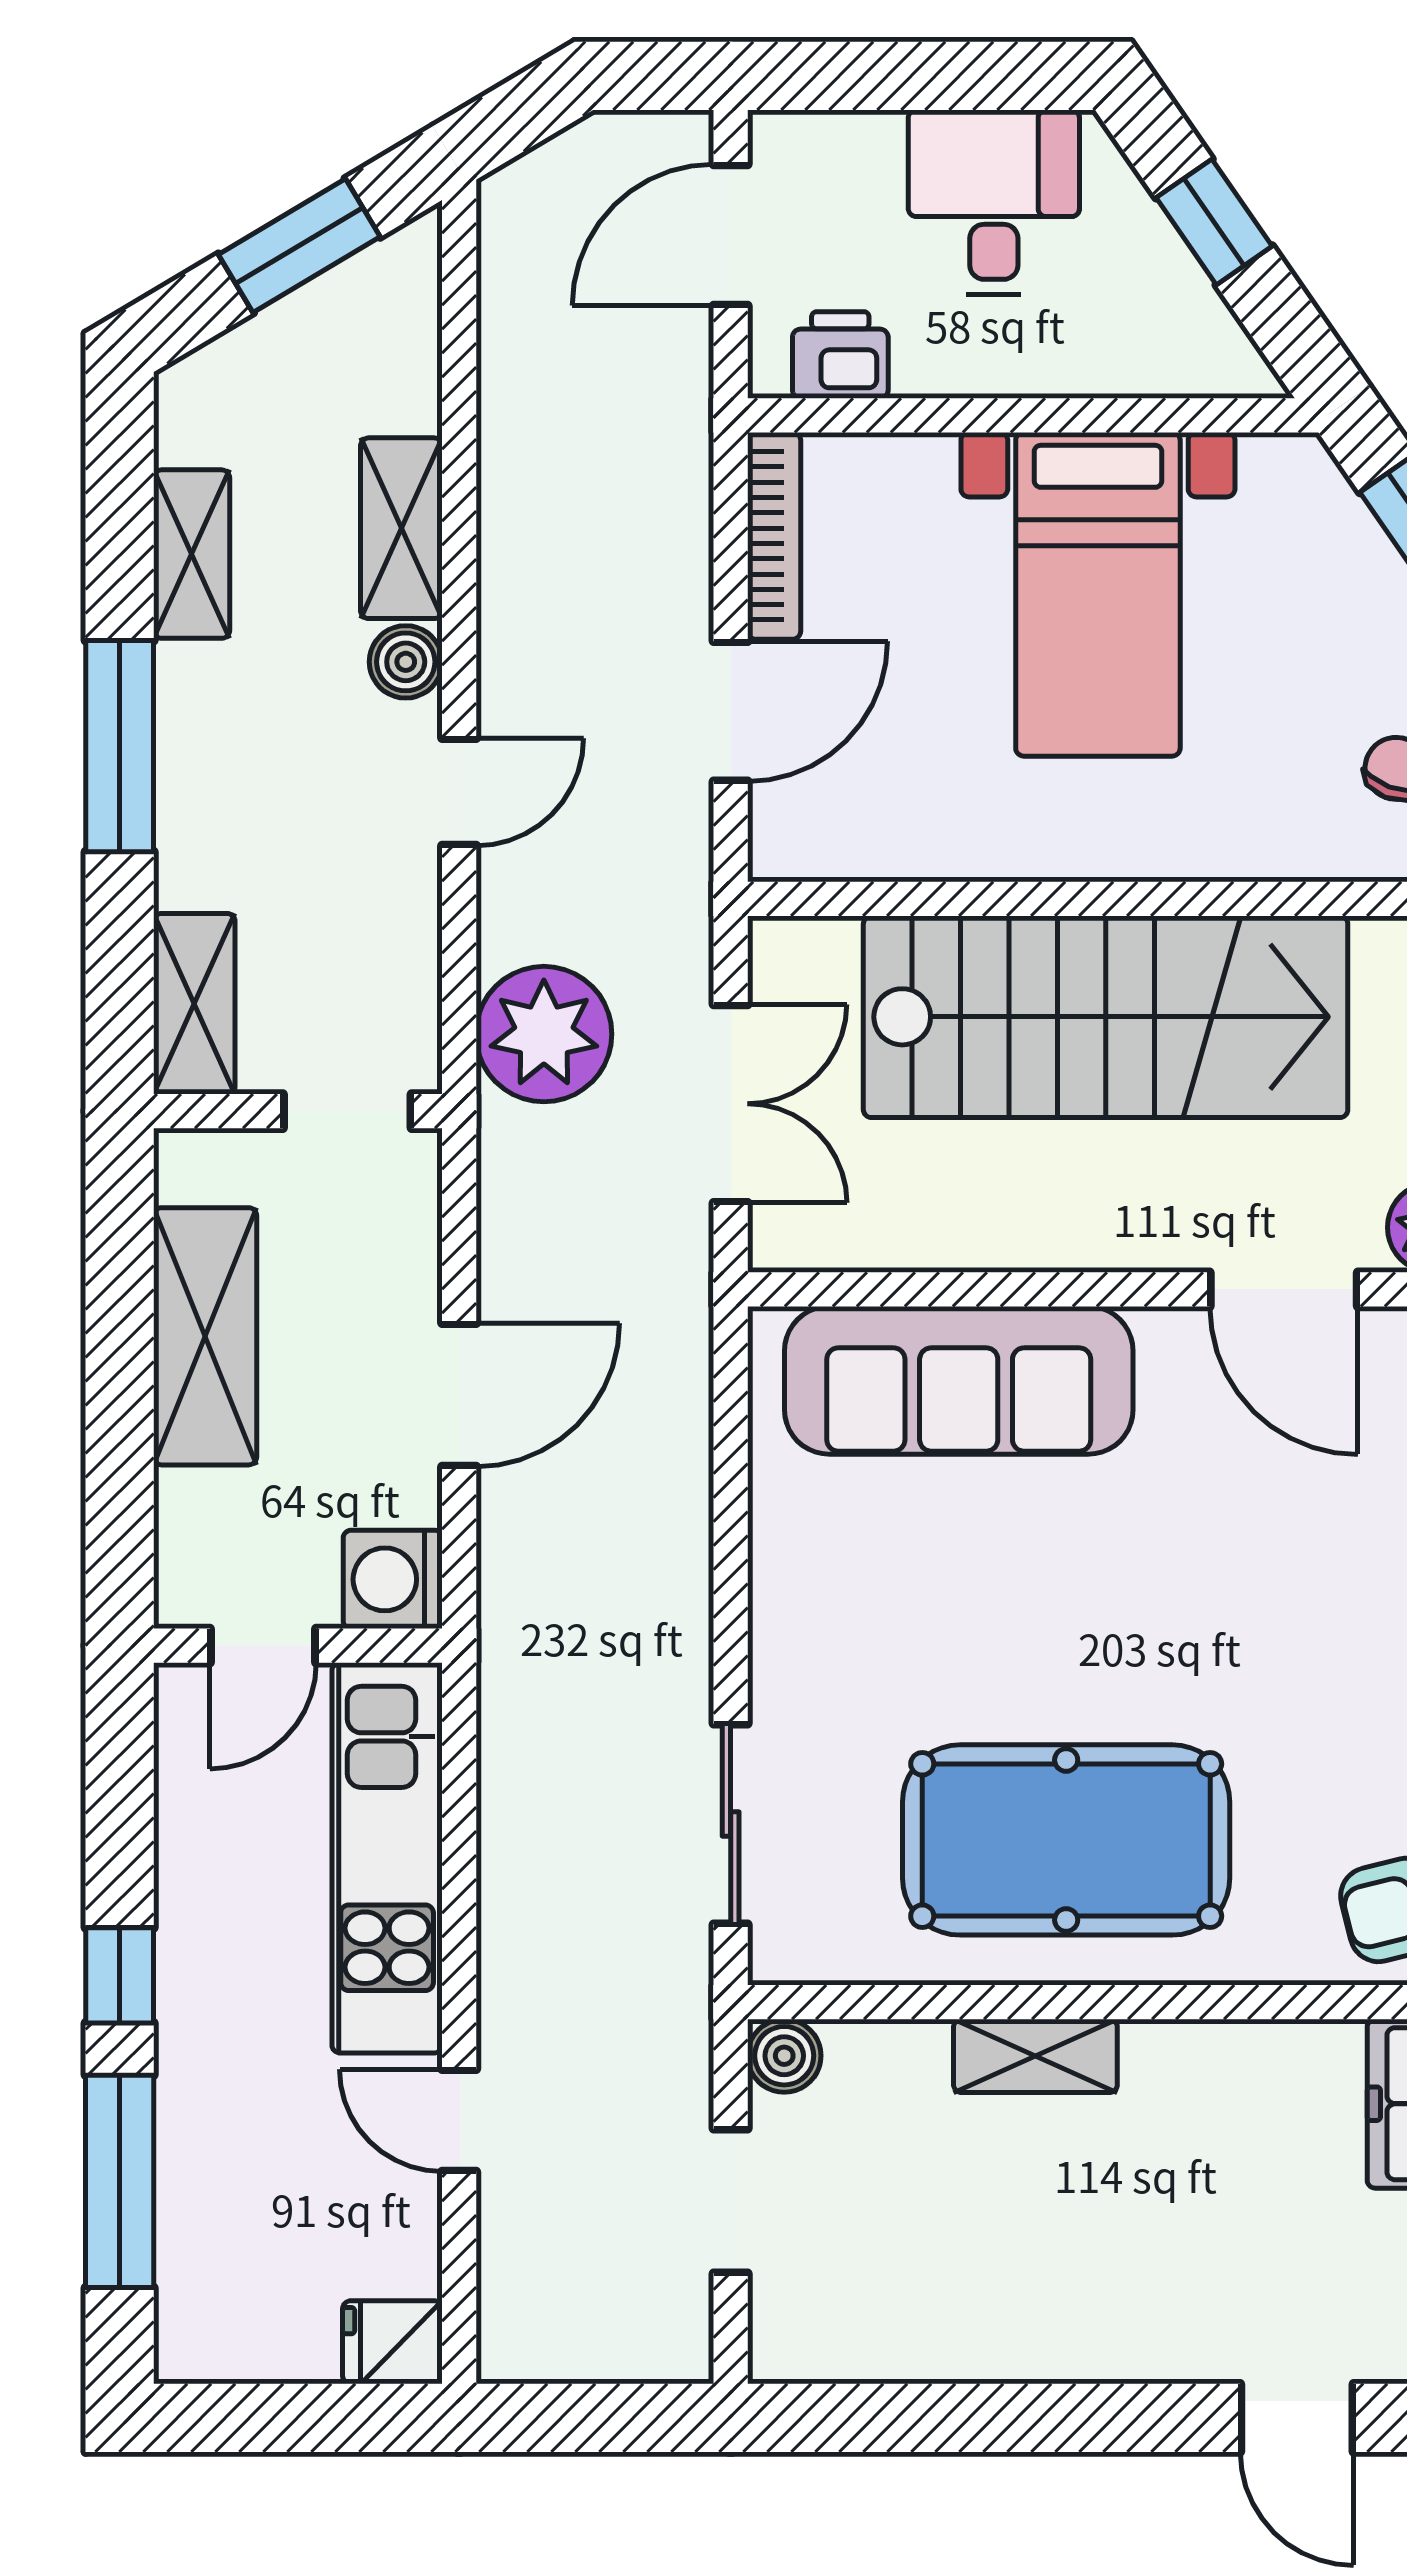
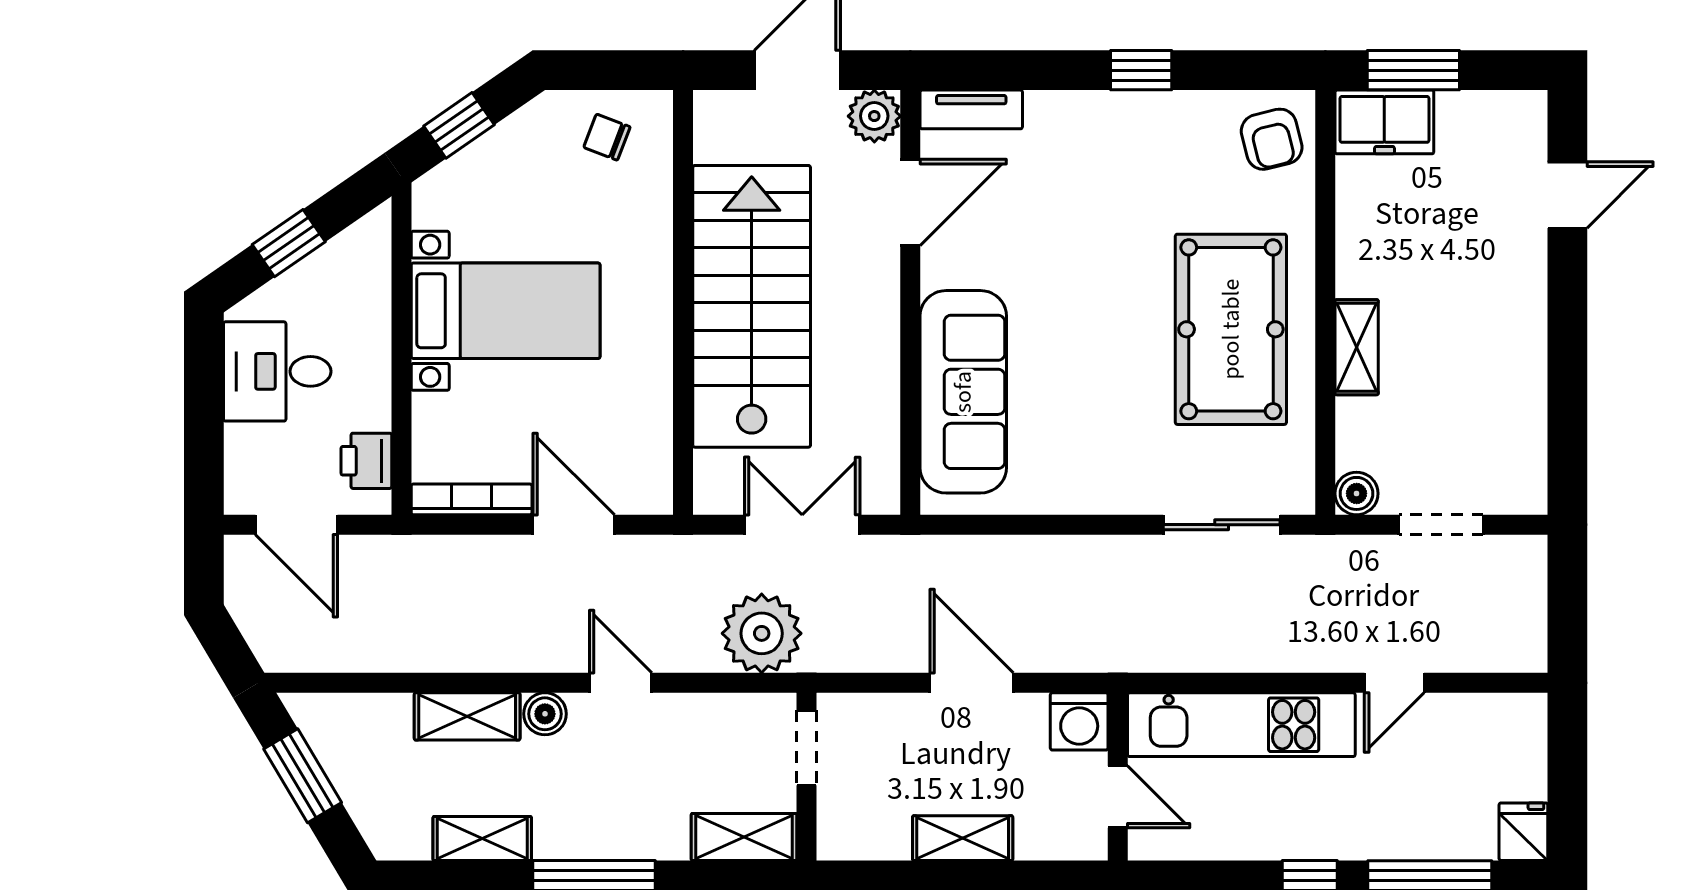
shelving: (205, 1336) -> (963, 838), width x0.67, depth x0.75
fridge: (392, 2342) -> (1523, 832), moved, turned 180

